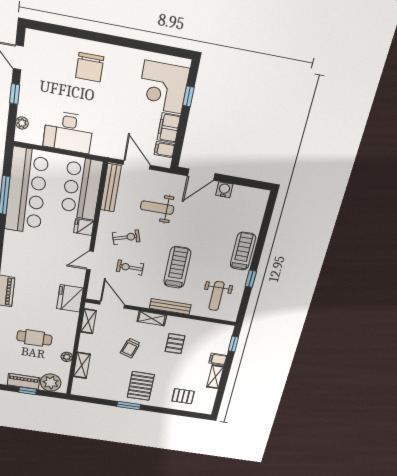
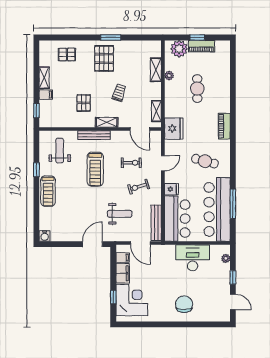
water cooler: (224, 190) -> (45, 236), moved
cafe table: (35, 254) -> (205, 161), added
cafe table: (34, 338) -> (197, 89), turned 90

